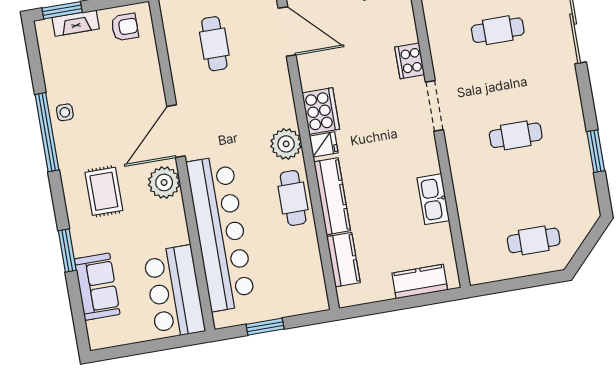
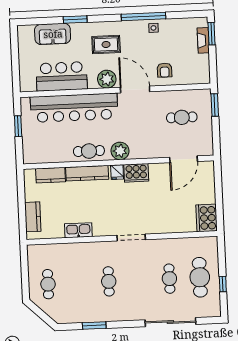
armchair: (125, 27) -> (165, 70), moved
cooker: (410, 61) -> (158, 227), removed
bar counter: (174, 292) -> (62, 76), moved

